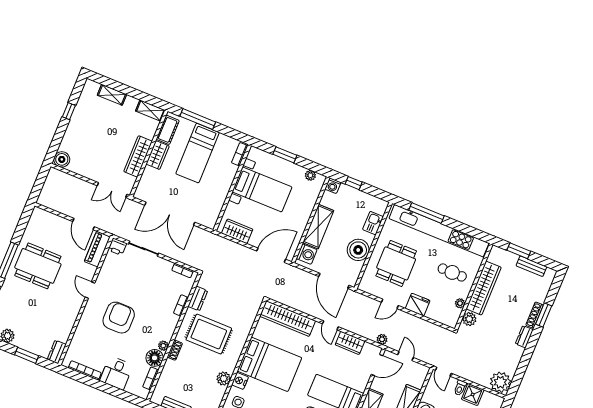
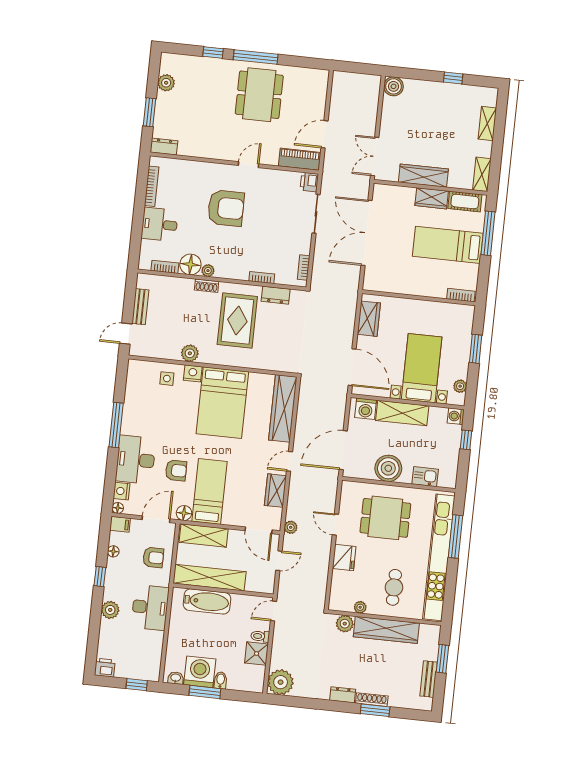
bed with nightstands: (262, 189) -> (422, 368), moved, turned 180

